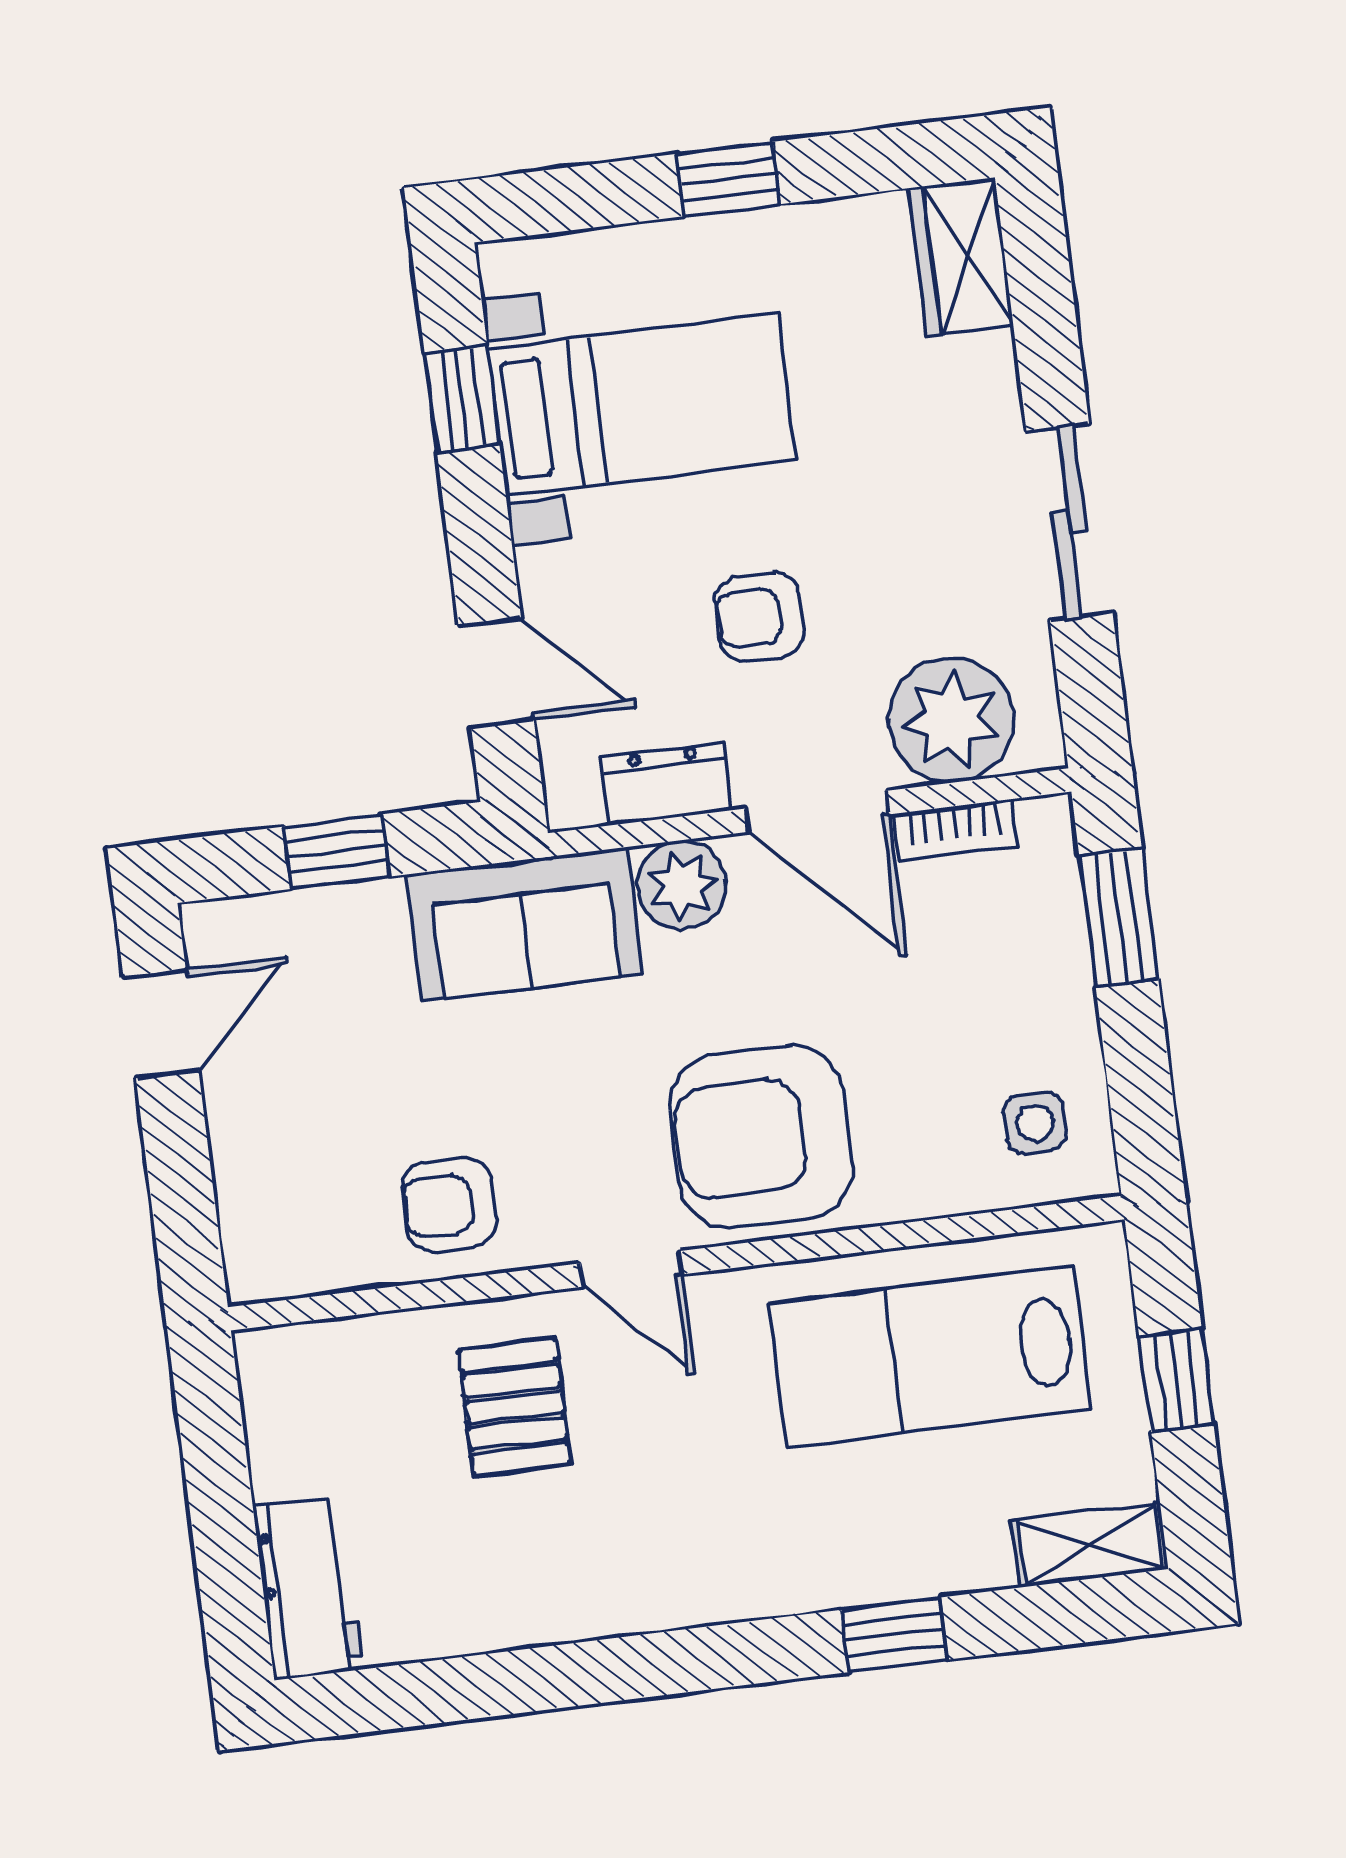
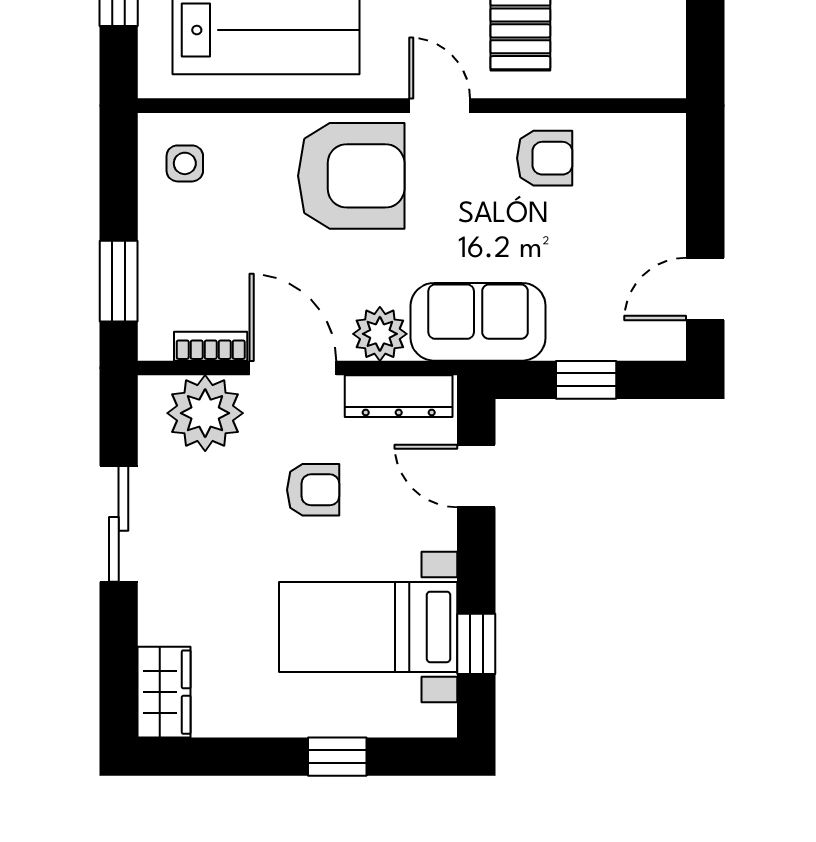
window: (728, 179) -> (337, 757), moved
dresser: (666, 784) -> (399, 396), width x1.44

